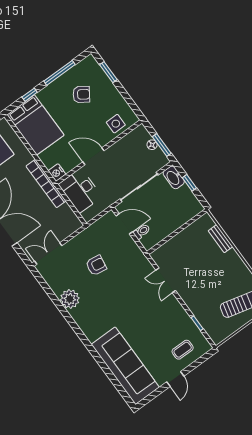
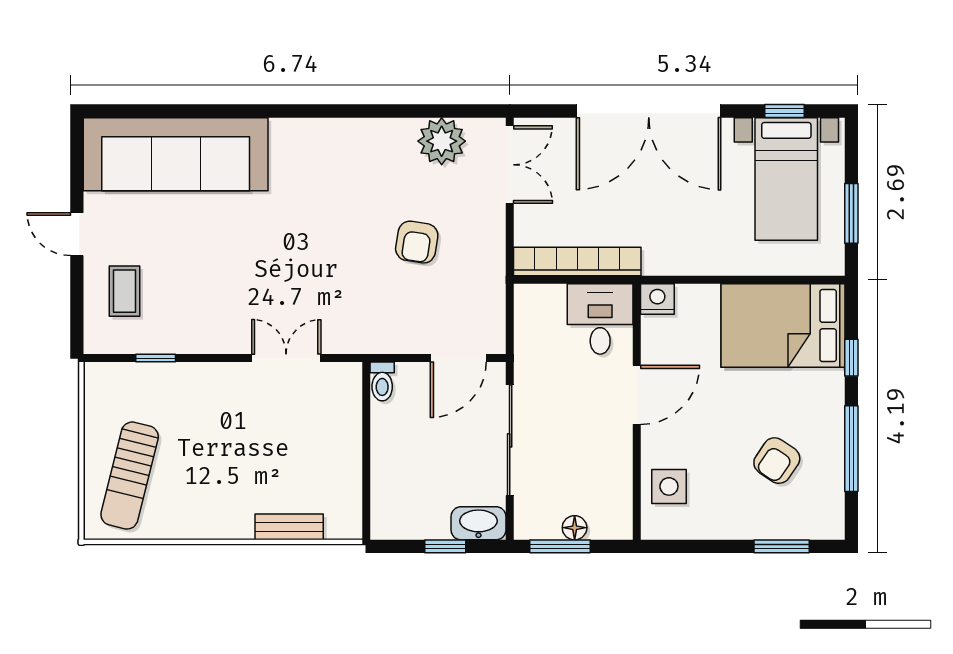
bookcase: (46, 183) -> (577, 261), moved
desk: (80, 191) -> (600, 319), width x0.73
toilet: (142, 231) -> (382, 381), moved
plant: (70, 299) -> (442, 141), moved

